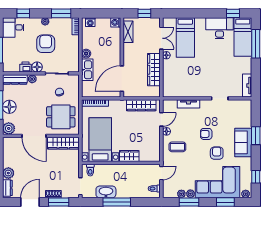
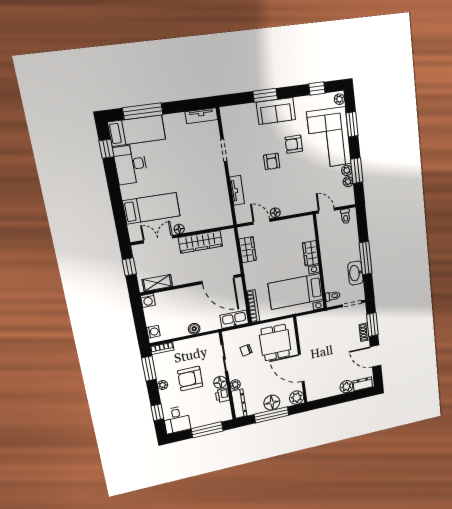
kitchen sink: (87, 70) -> (234, 319), moved
wardrobe: (141, 105) -> (248, 250), width x0.67
door: (34, 136) -> (301, 368), swing flipped
wardrobe: (63, 143) -> (305, 333), removed
coffee table: (177, 147) -> (292, 196), removed

